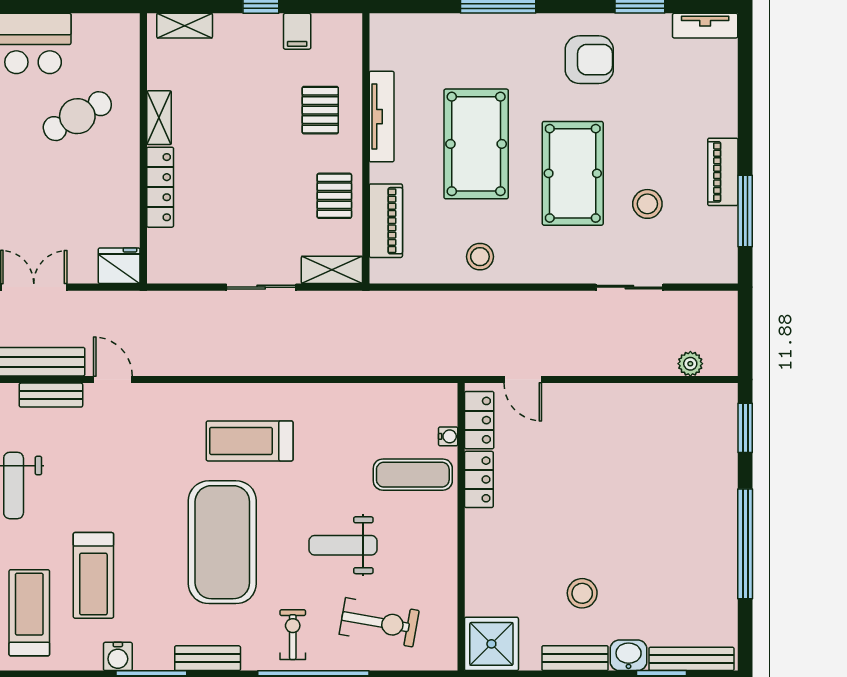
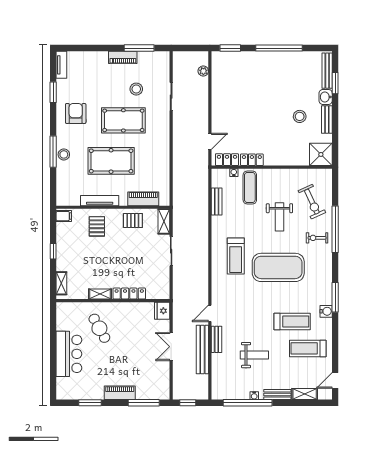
filing cabinet: (297, 31) -> (64, 216), moved
pallet: (320, 110) -> (97, 226), turned 90
stool: (480, 257) -> (64, 154), moved
exercise bike: (379, 622) -> (312, 202), turned 145
bench: (208, 658) -> (217, 202), moved

